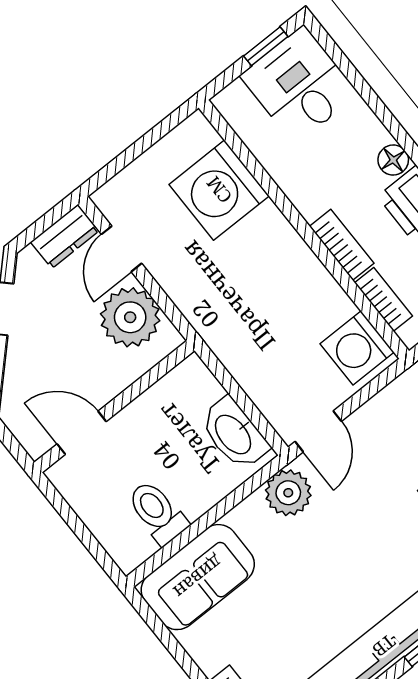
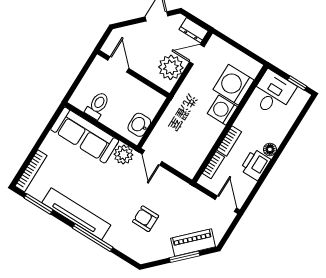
desk: (299, 85) -> (273, 93), moved
washing machine: (357, 348) -> (222, 110), moved
door: (318, 431) -> (152, 158), hinge flipped
washbasin: (234, 434) -> (139, 125), width x0.72
sofa: (198, 577) -> (85, 135), width x1.36

